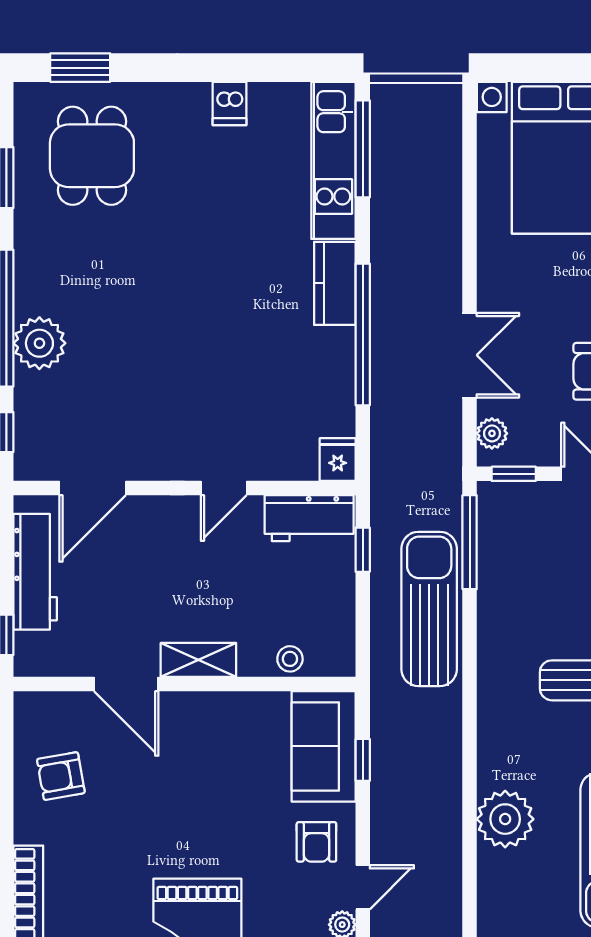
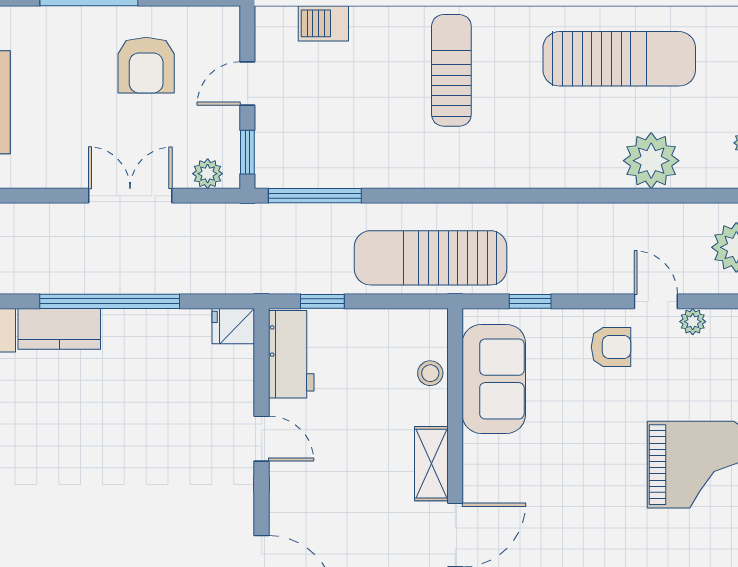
sun lounger: (429, 609) -> (431, 258), moved
sofa: (324, 746) -> (494, 379), moved, turned -90
plant: (505, 819) -> (651, 161), moved

